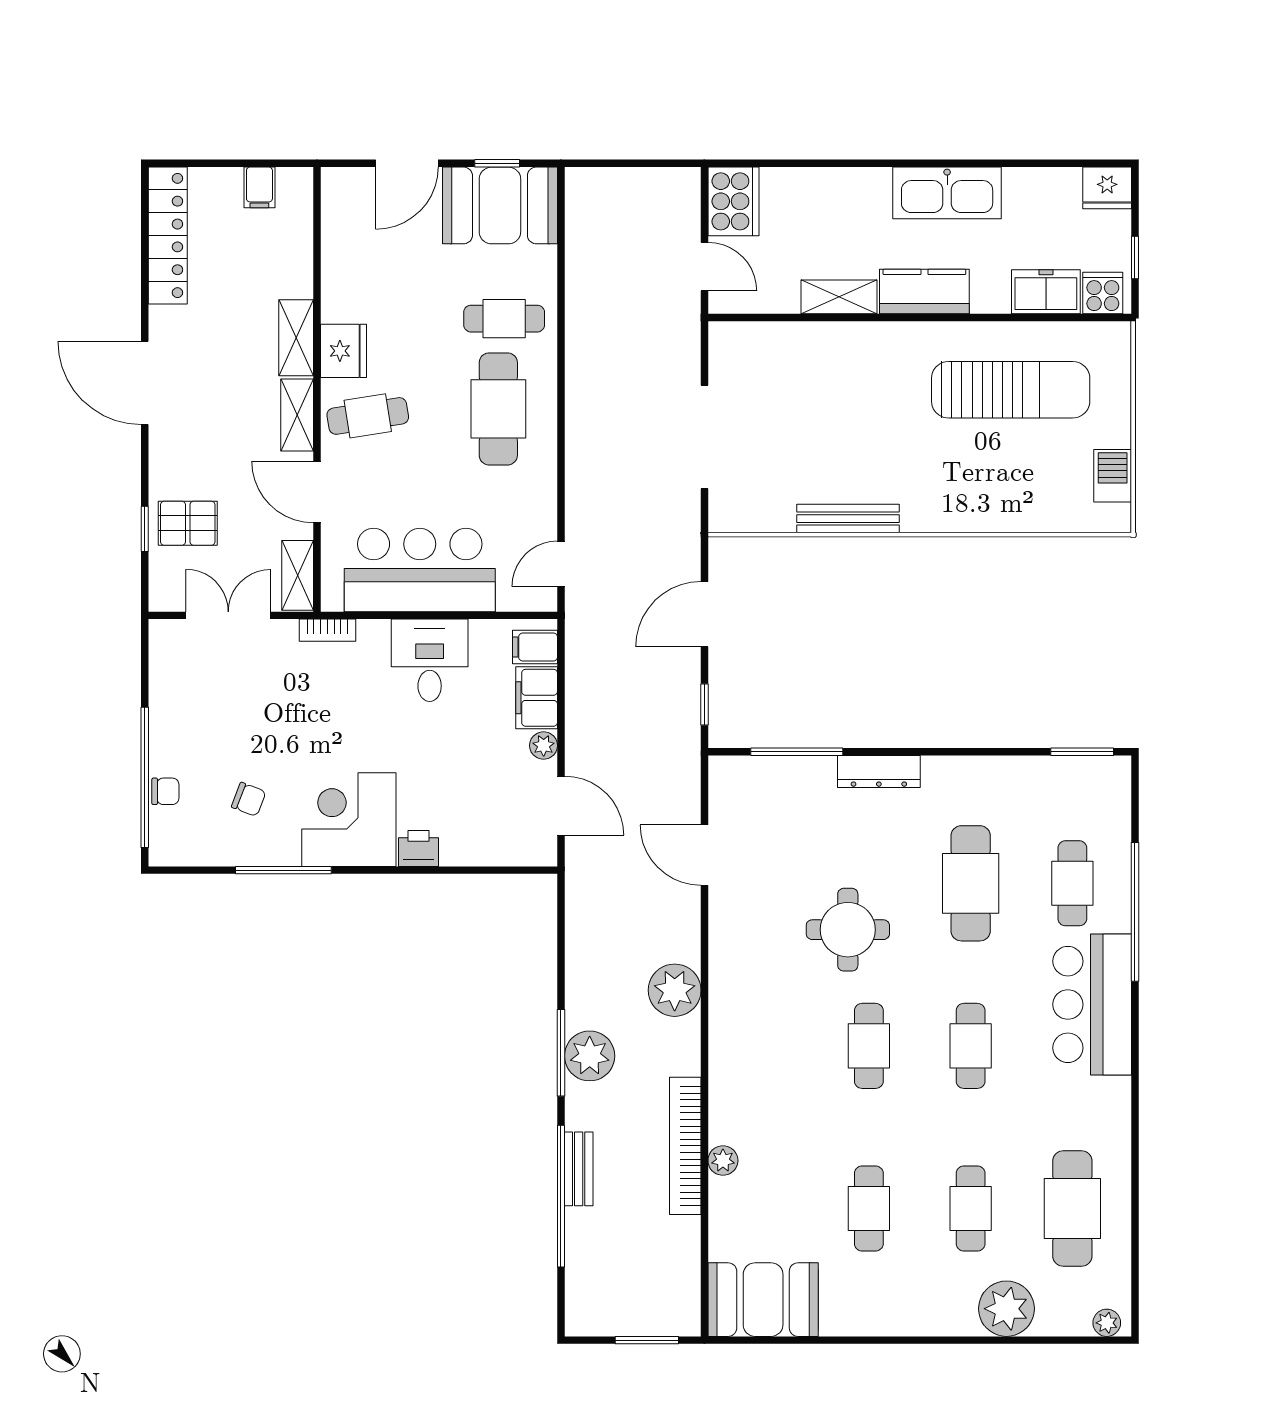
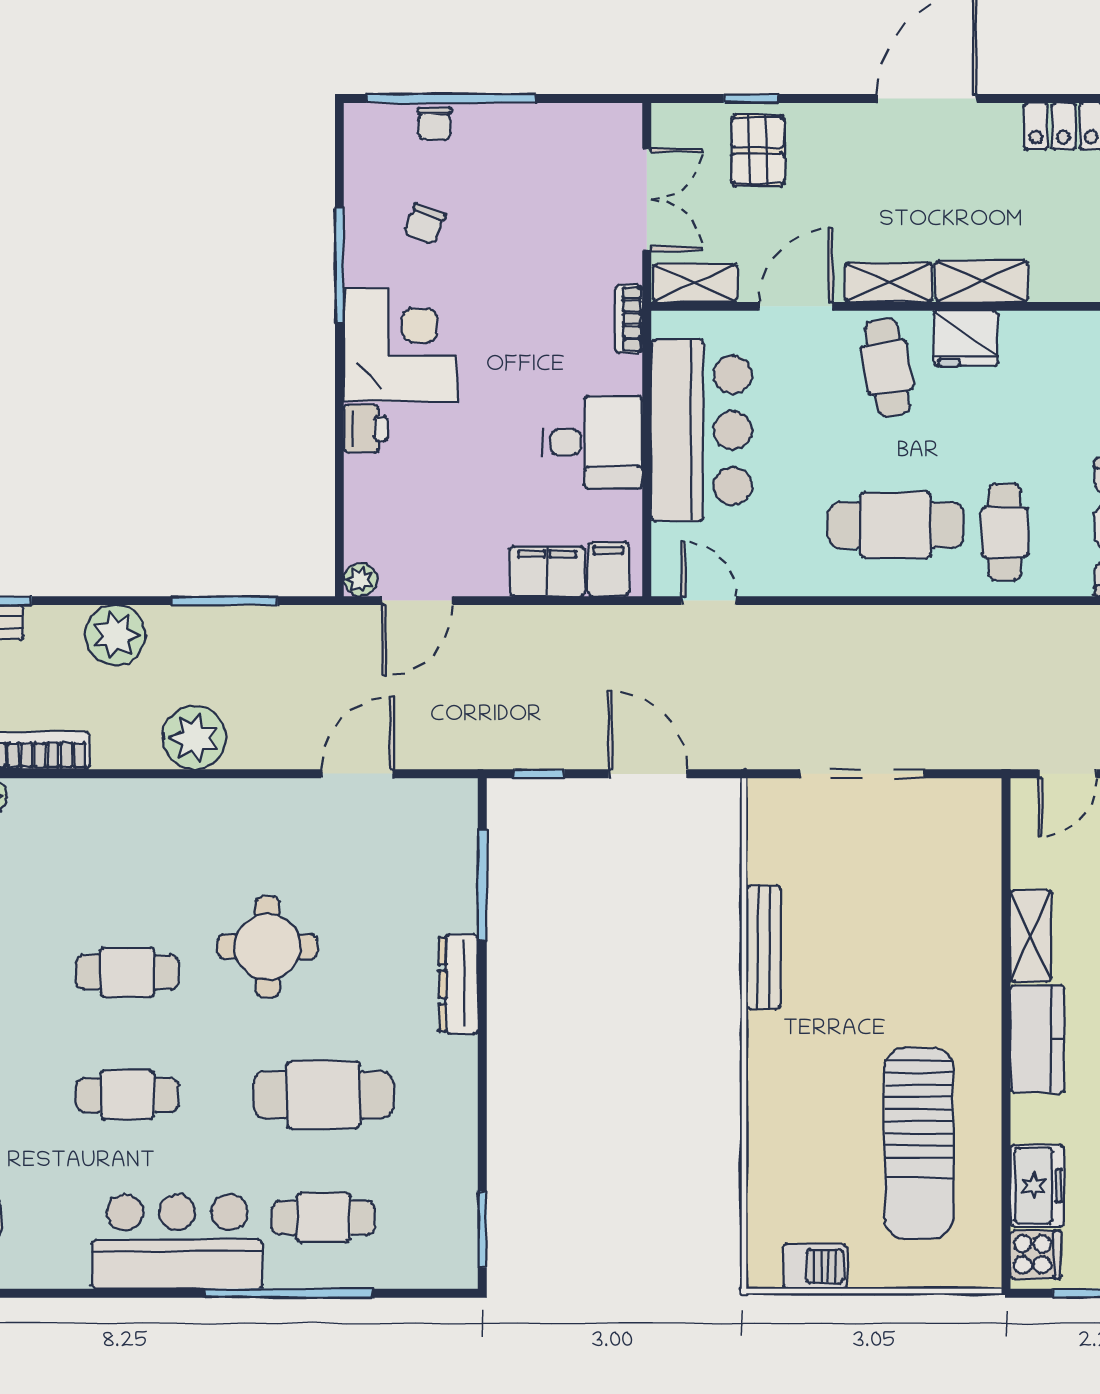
plant: (544, 746) -> (360, 580), moved
window: (561, 1053) -> (225, 601), moved

